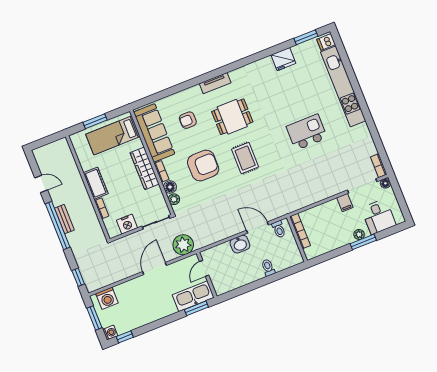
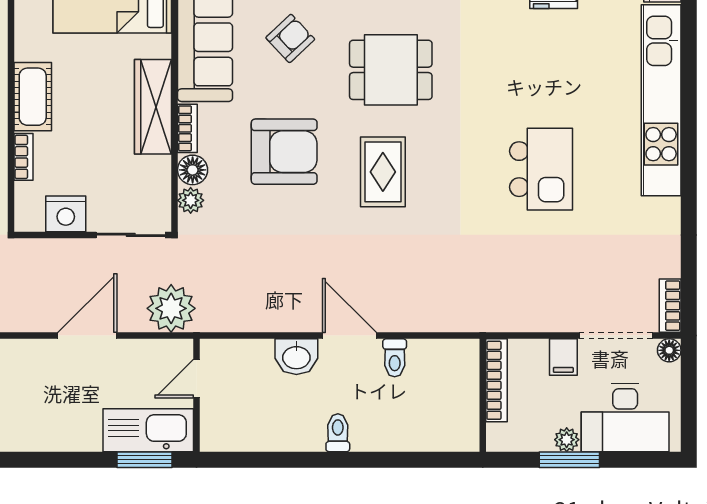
armchair: (188, 120) -> (290, 38), turned 137
kitchen island: (307, 132) -> (541, 169), turned 90
desk: (379, 217) -> (625, 417), width x1.37
bookcase: (300, 231) -> (496, 380), moved
wall: (297, 239) -> (483, 395), moved

